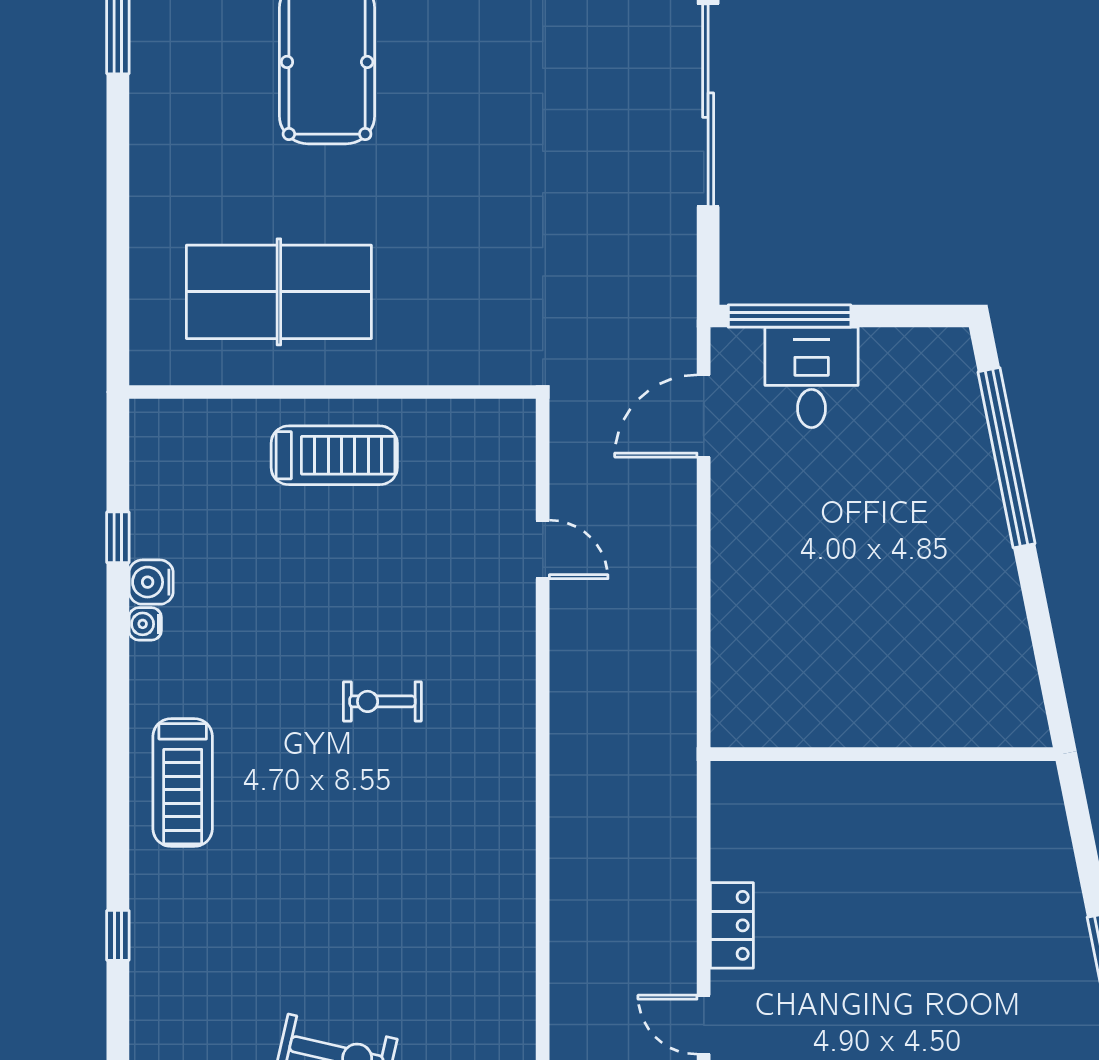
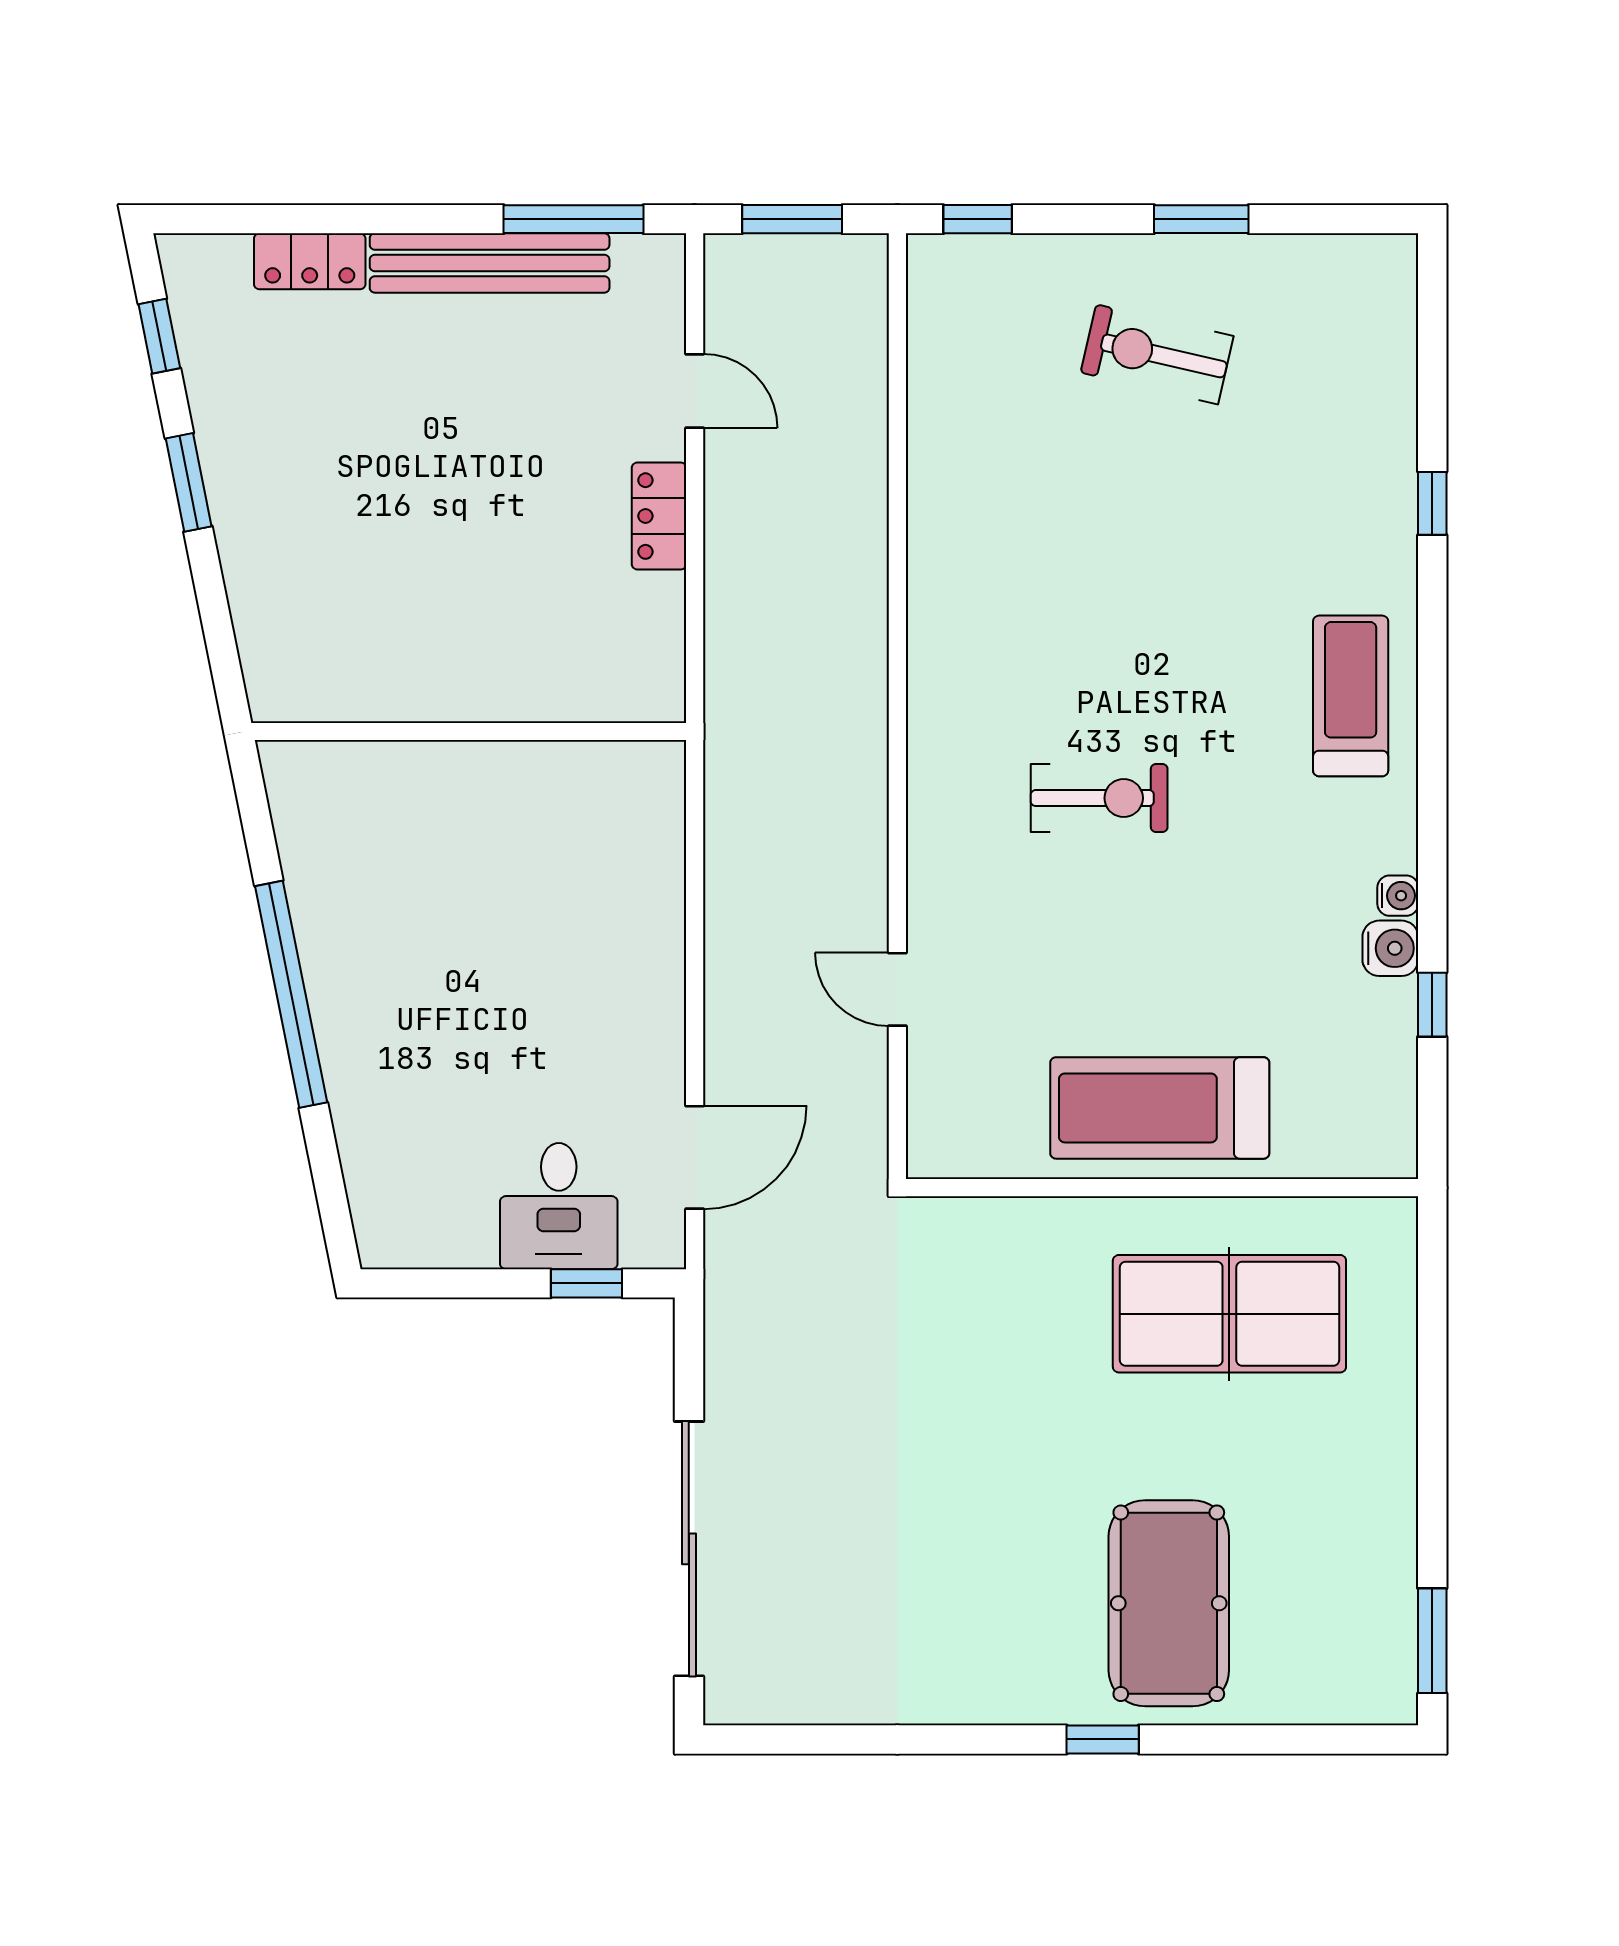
window: (790, 316) -> (586, 1283), width x0.46
treadmill: (334, 455) -> (1160, 1108), width x1.37, depth x1.38
window: (1006, 458) -> (291, 994), moved
exercise bike: (382, 701) -> (1099, 798), width x1.38, depth x1.39

